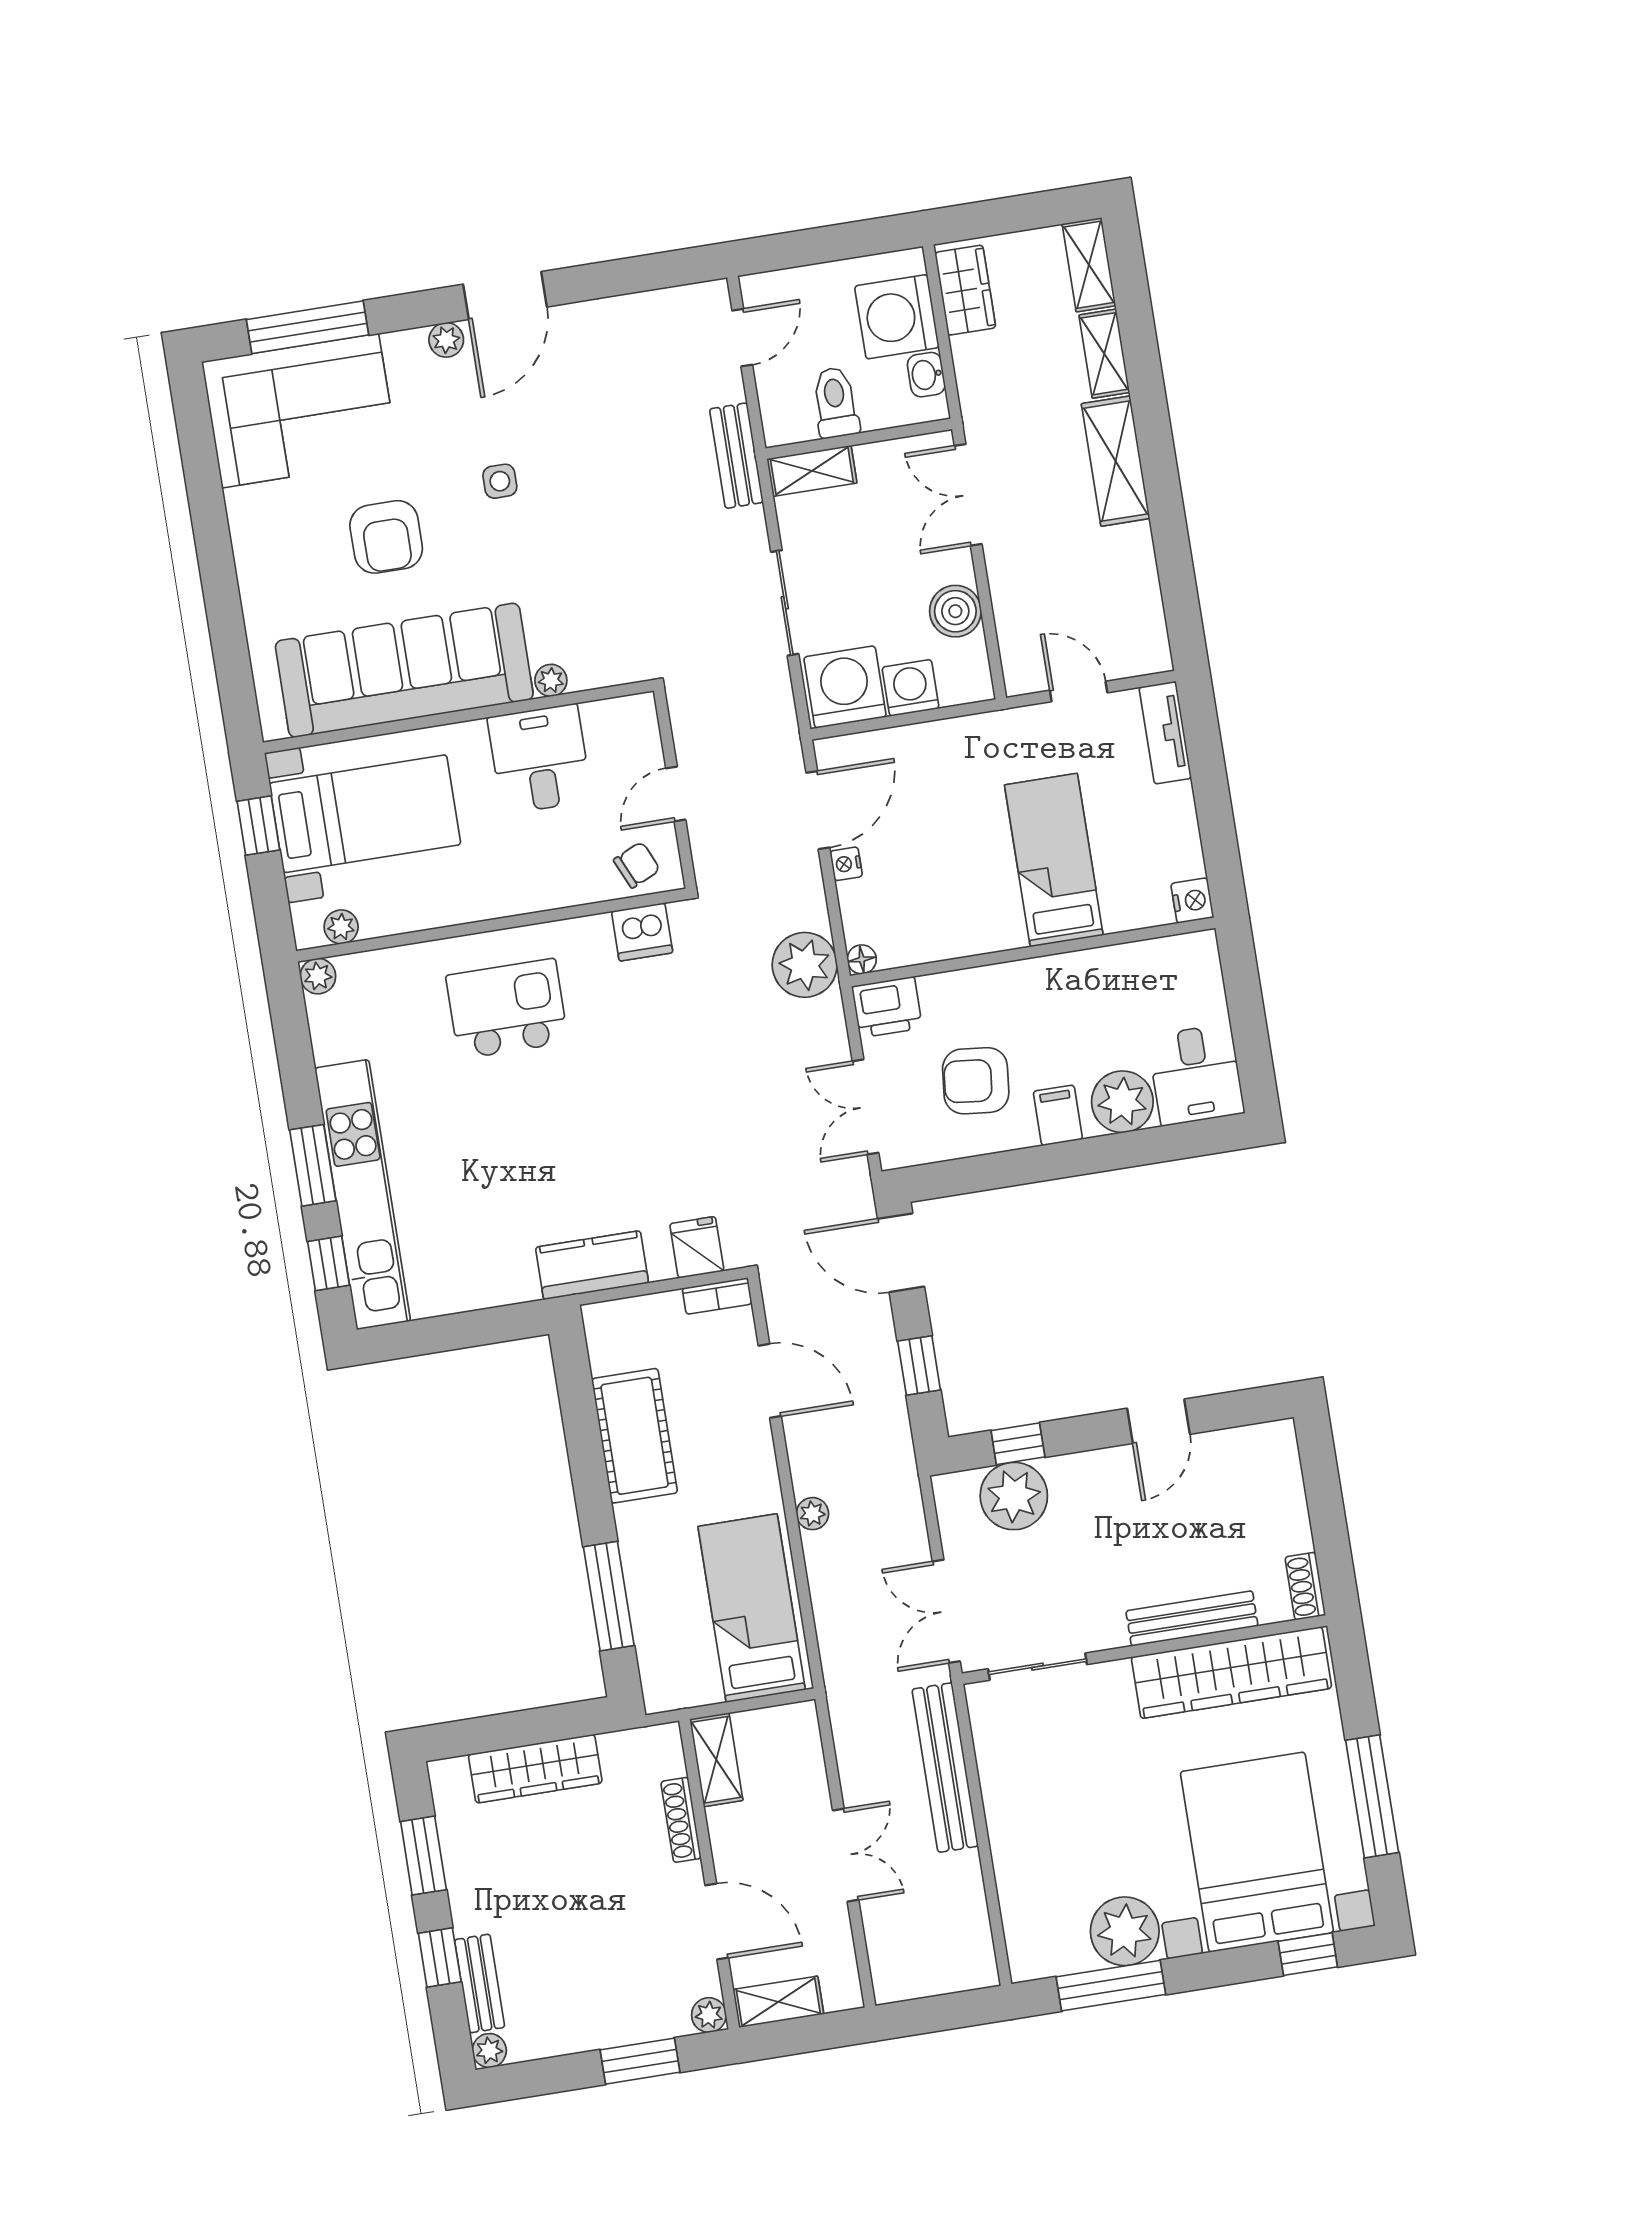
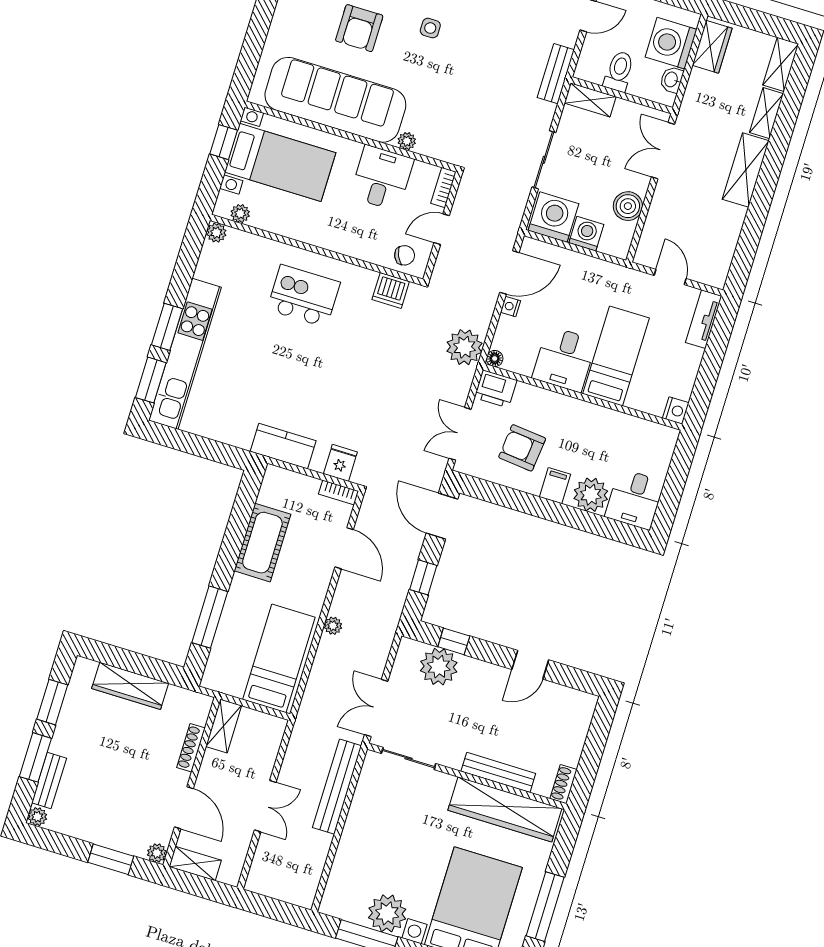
bookcase: (646, 726) -> (444, 188), added
desk: (974, 906) -> (564, 359), added
window: (329, 1263) -> (151, 380), width x1.50
window: (440, 1957) -> (35, 757), width x1.50

